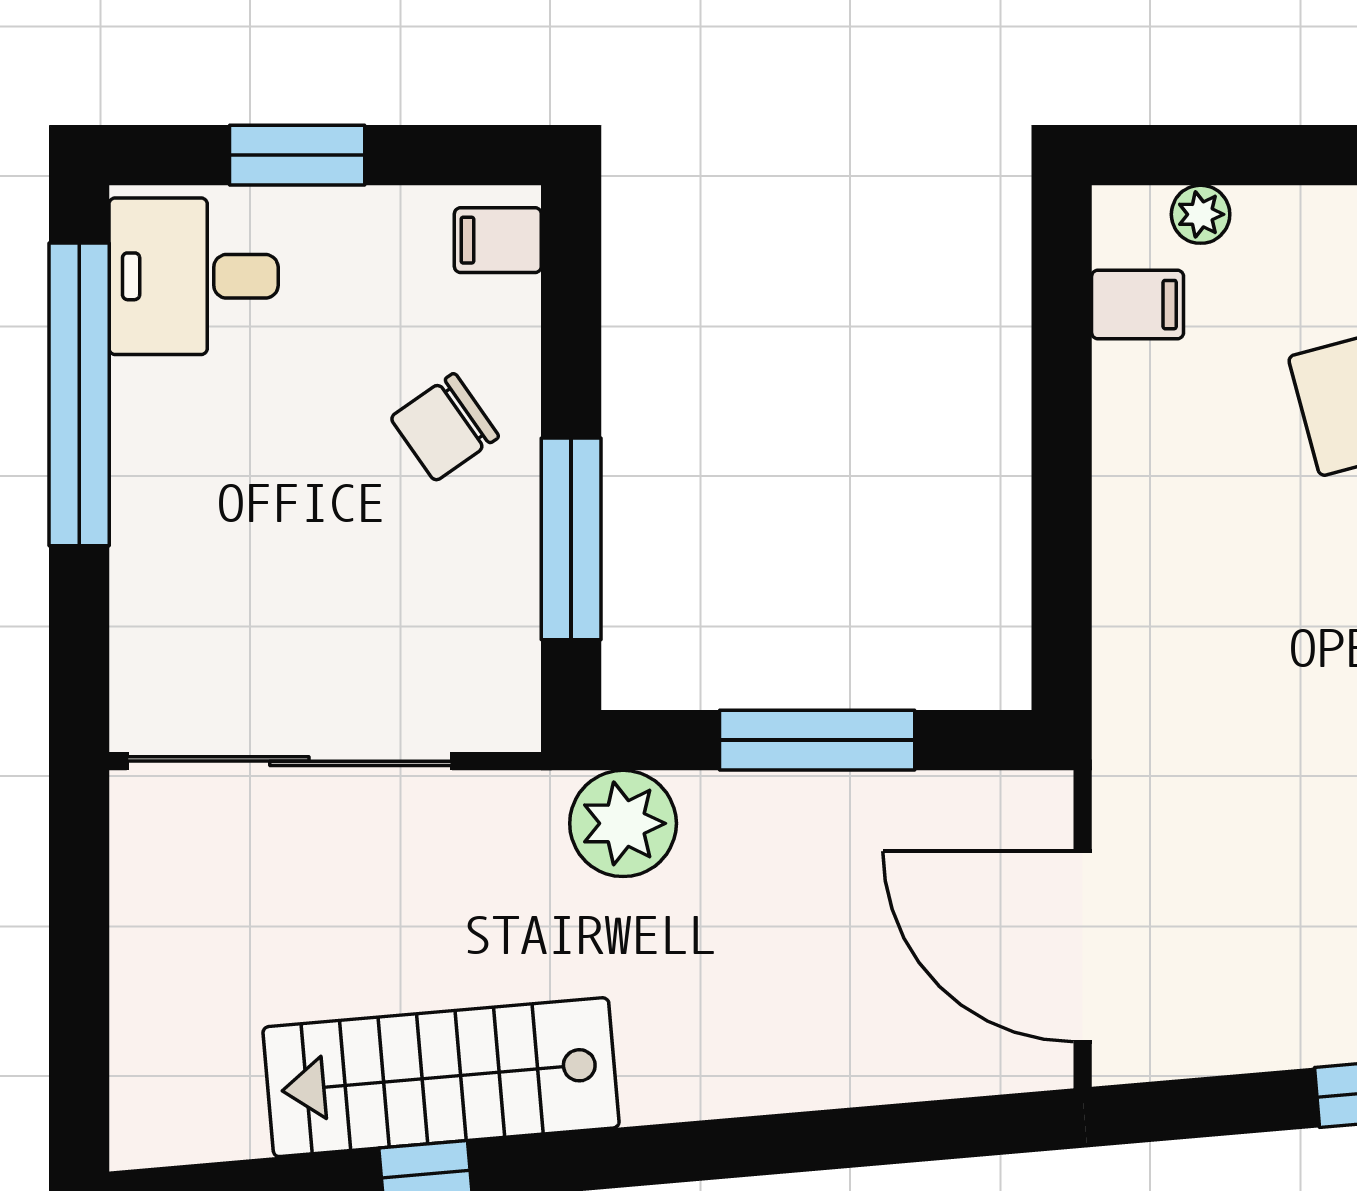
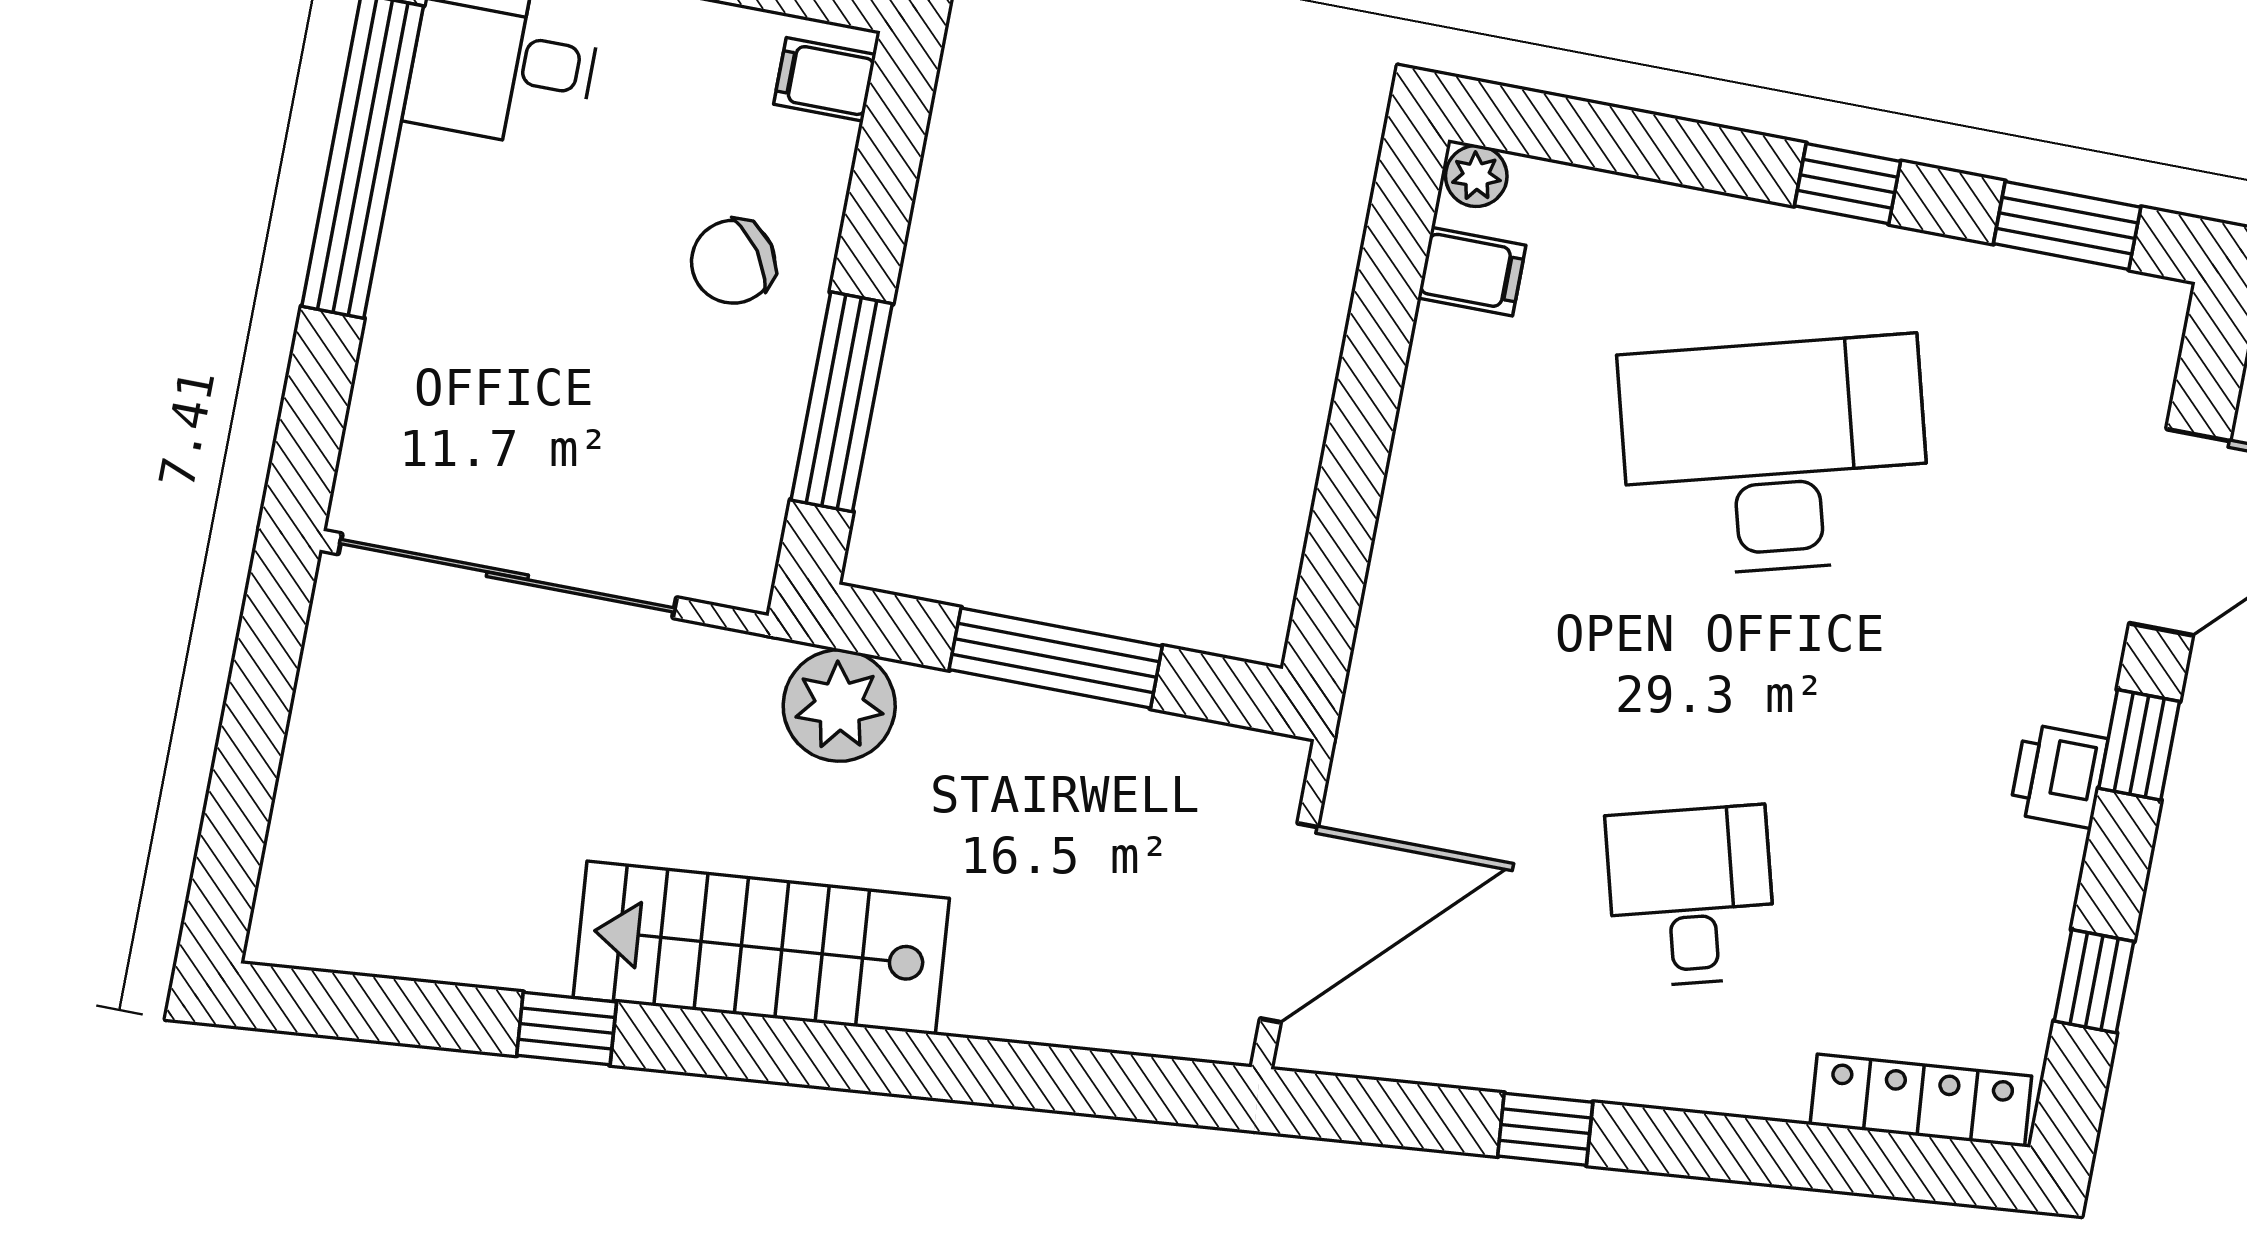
plant: (1201, 214) -> (1476, 176), moved
door: (1083, 946) -> (1289, 923), swing flipped
stairs: (441, 1077) -> (761, 948), moved

